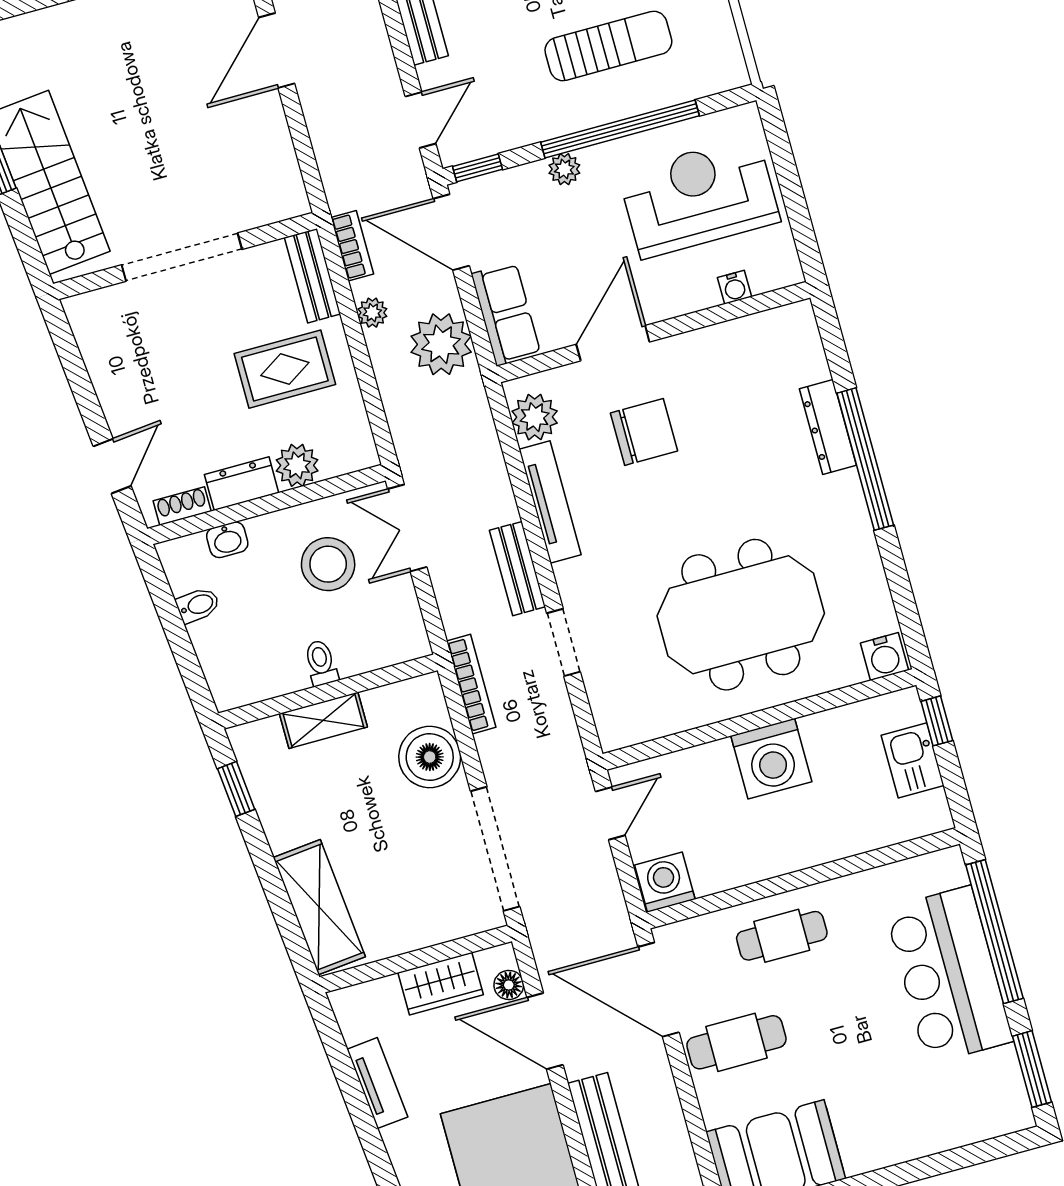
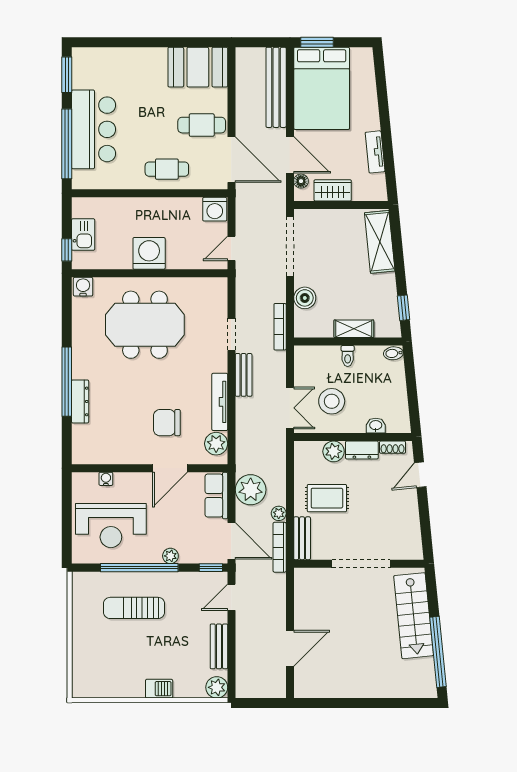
bookcase: (352, 246) -> (280, 547), width x1.56
bidet: (198, 605) -> (393, 353), moved
boiler: (430, 757) -> (305, 298), width x0.73, depth x0.73

